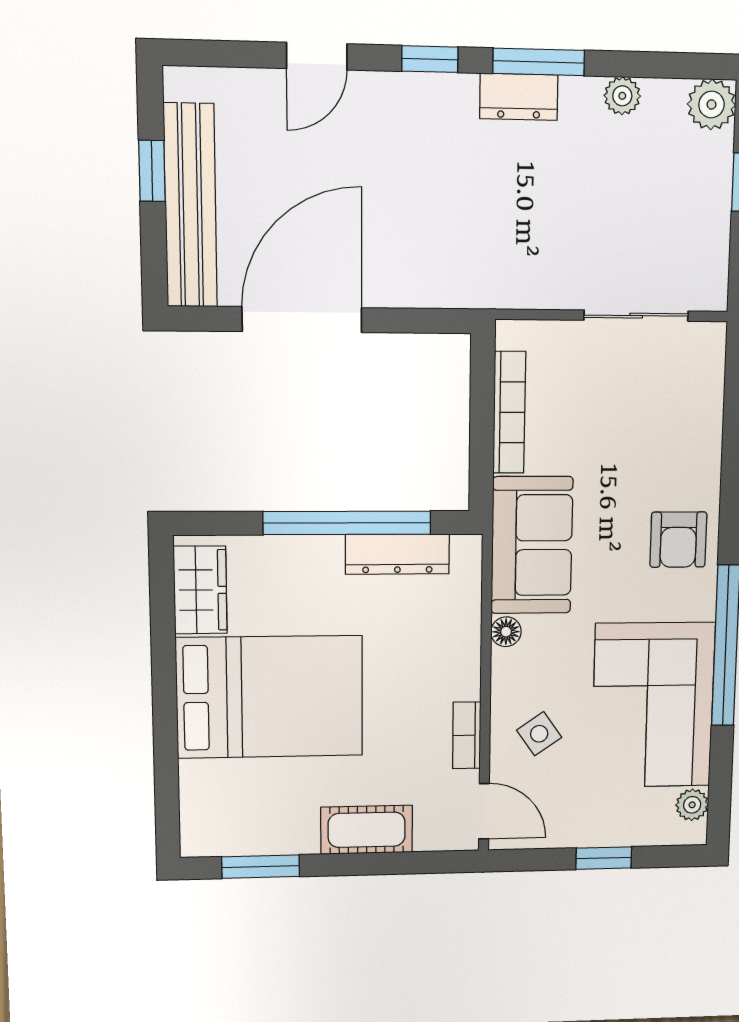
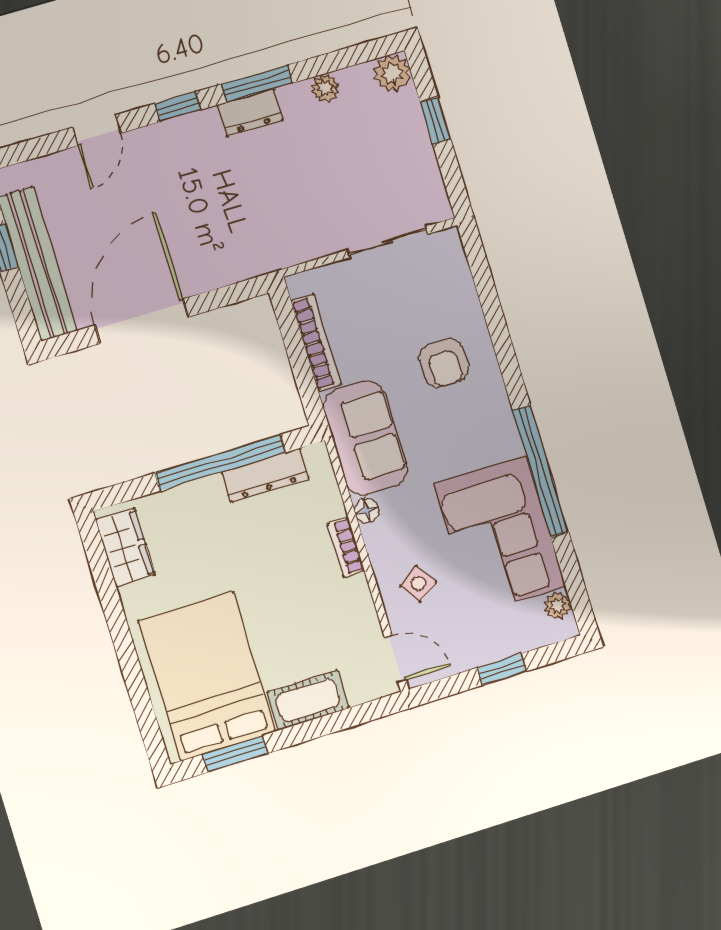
armchair: (678, 540) -> (444, 363), moved
bed: (270, 697) -> (207, 676), moved, turned -90
bookcase: (467, 735) -> (346, 547), moved

